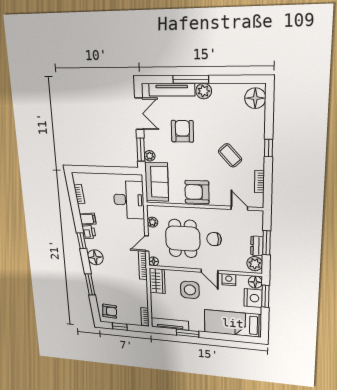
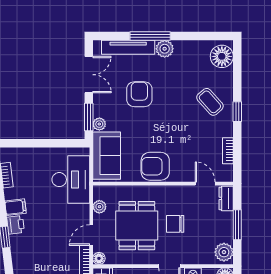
coffee table: (230, 155) -> (210, 102), moved
dresser: (257, 246) -> (226, 198), moved
floor lamp: (95, 257) -> (22, 258), removed

